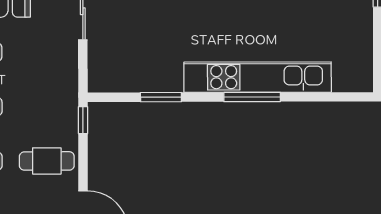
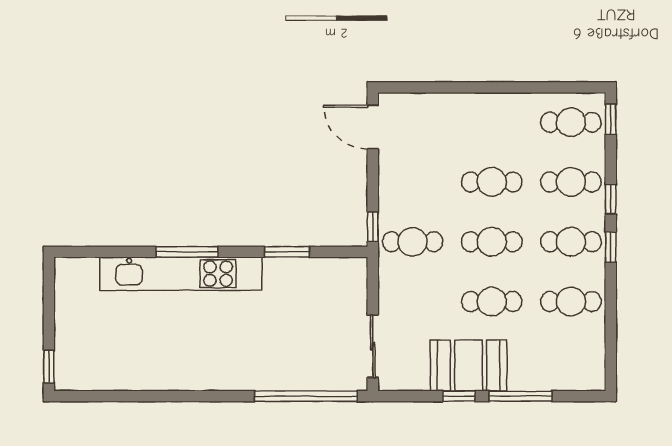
cafe table: (47, 161) -> (413, 242), moved

